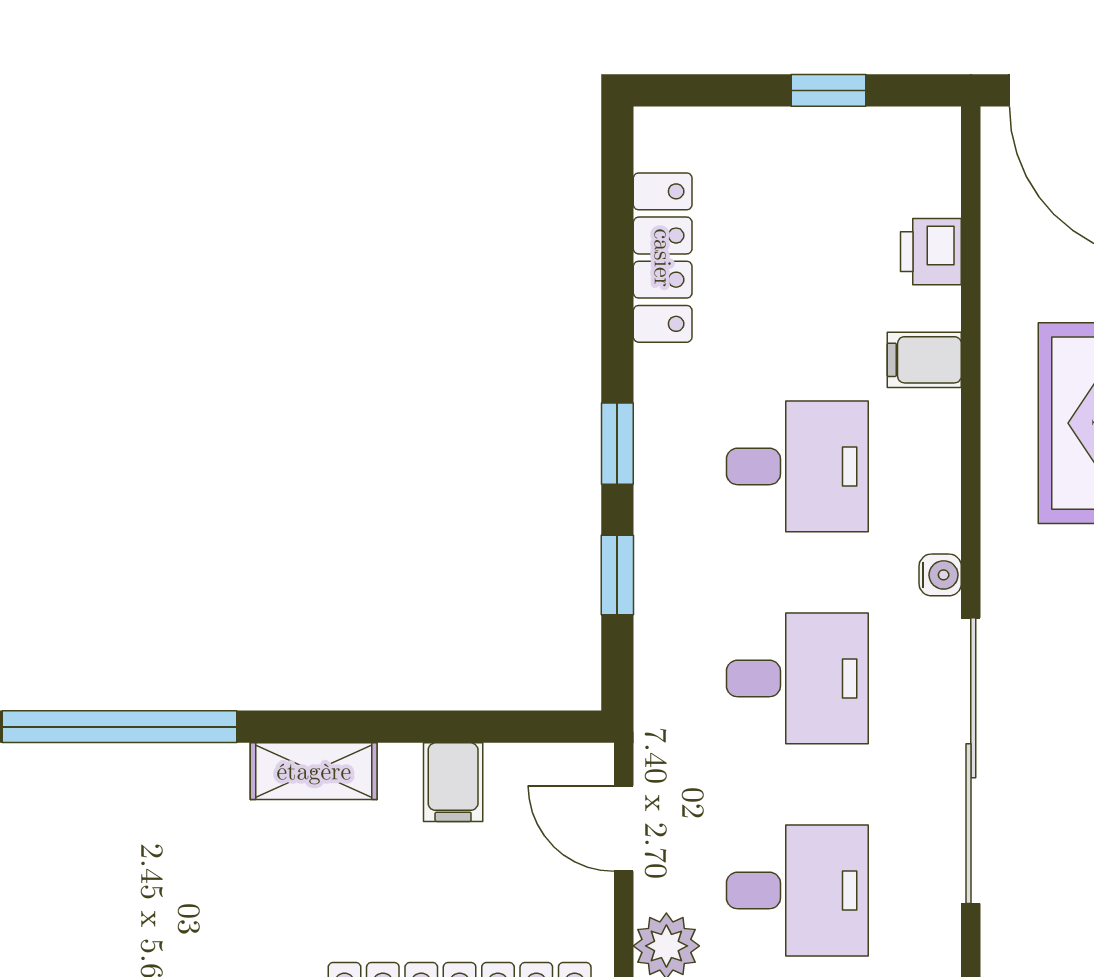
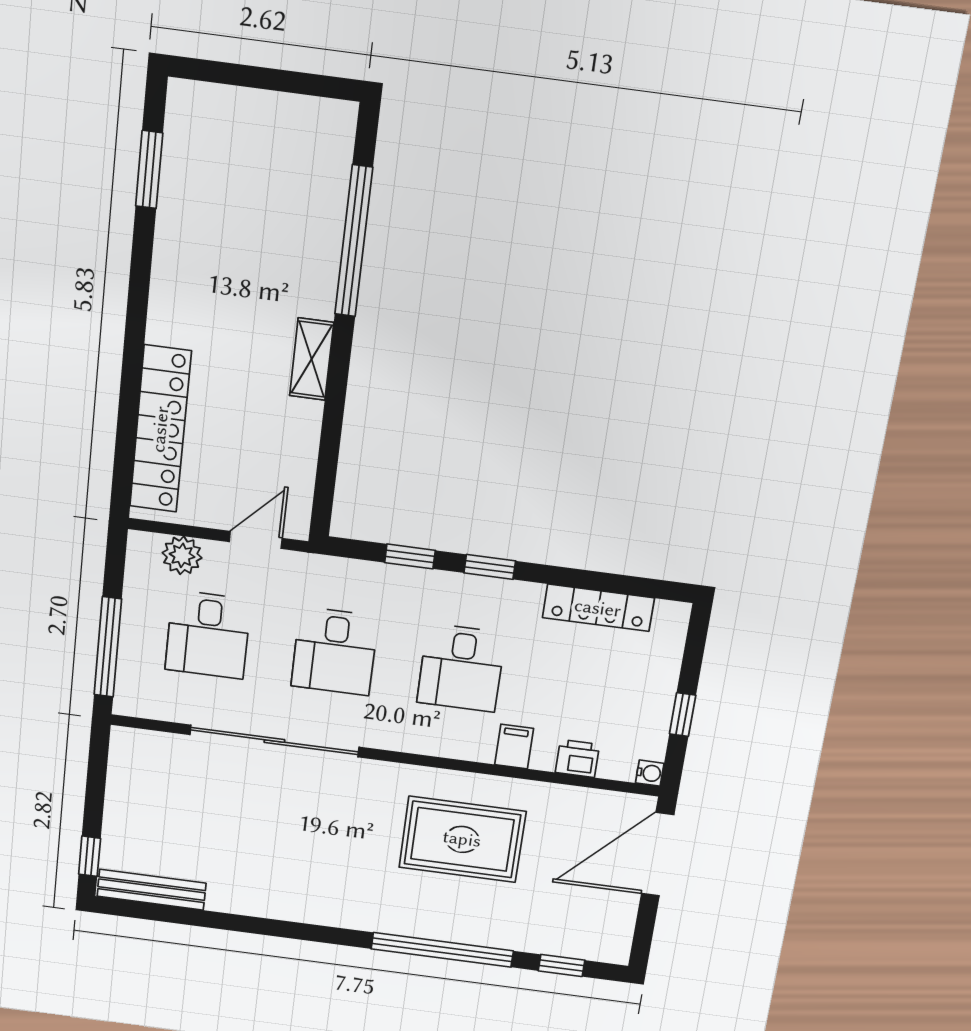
water cooler: (940, 575) -> (650, 773), moved, turned -90
filing cabinet: (453, 782) -> (295, 443), removed

